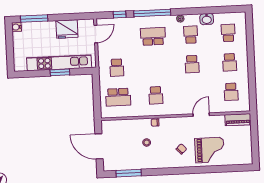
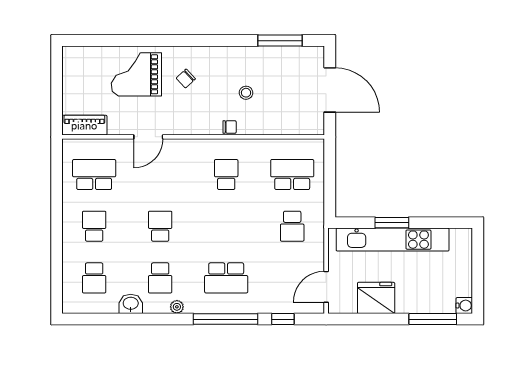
school desk: (117, 68) -> (292, 226), turned 180
school desk: (231, 92) -> (94, 175), width x1.85

